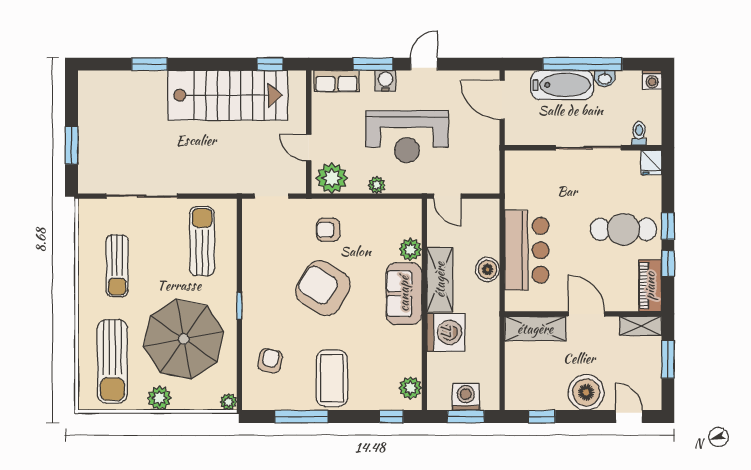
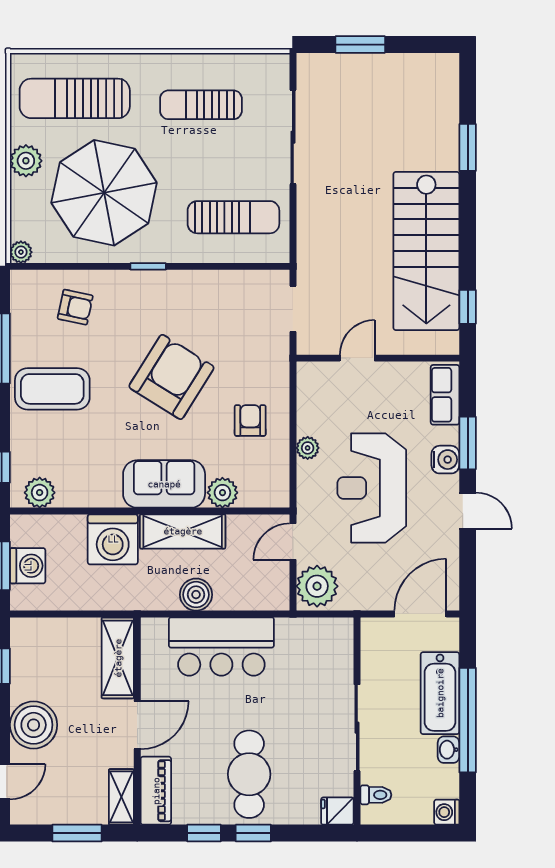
plant: (332, 178) -> (317, 586), moved
armchair: (328, 230) -> (250, 420), moved
piano: (650, 286) -> (156, 791), moved, turned 90

